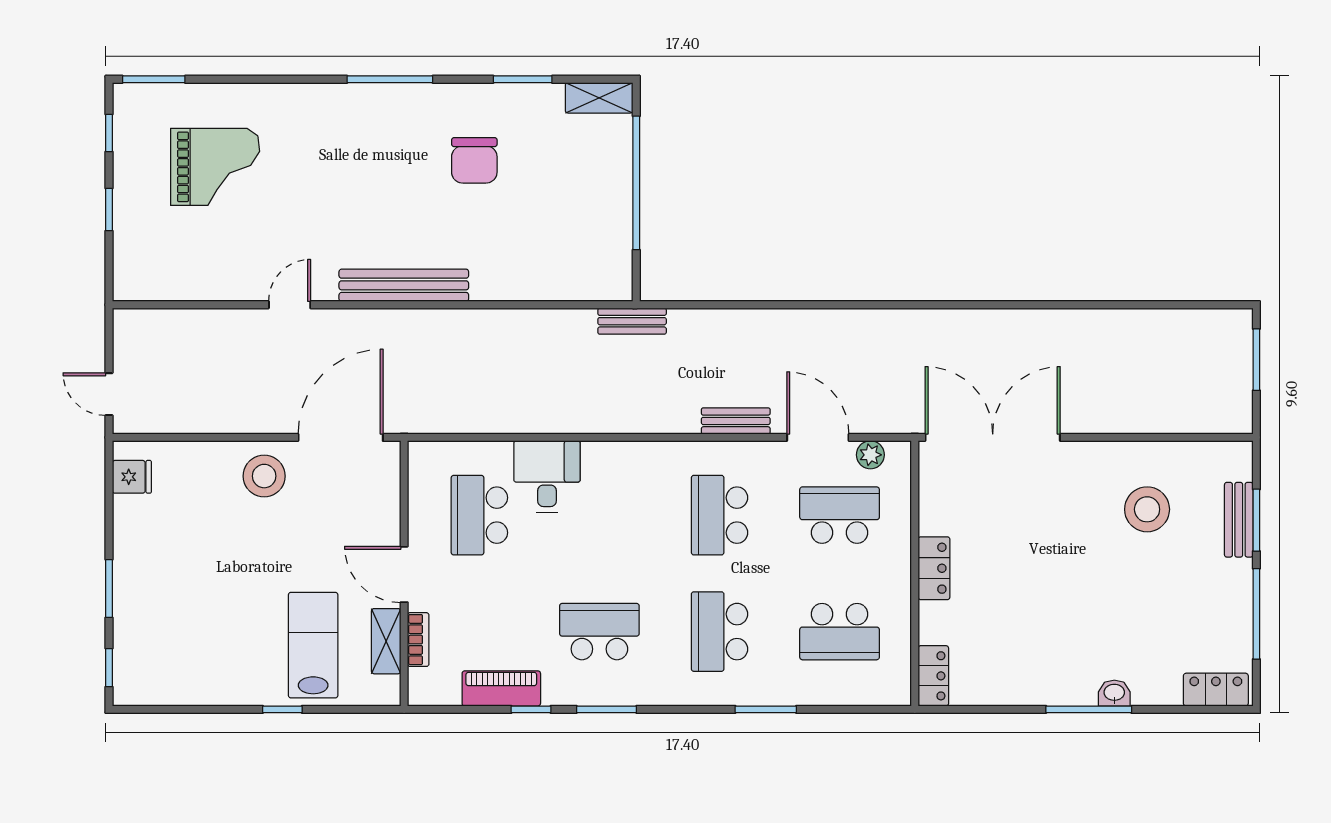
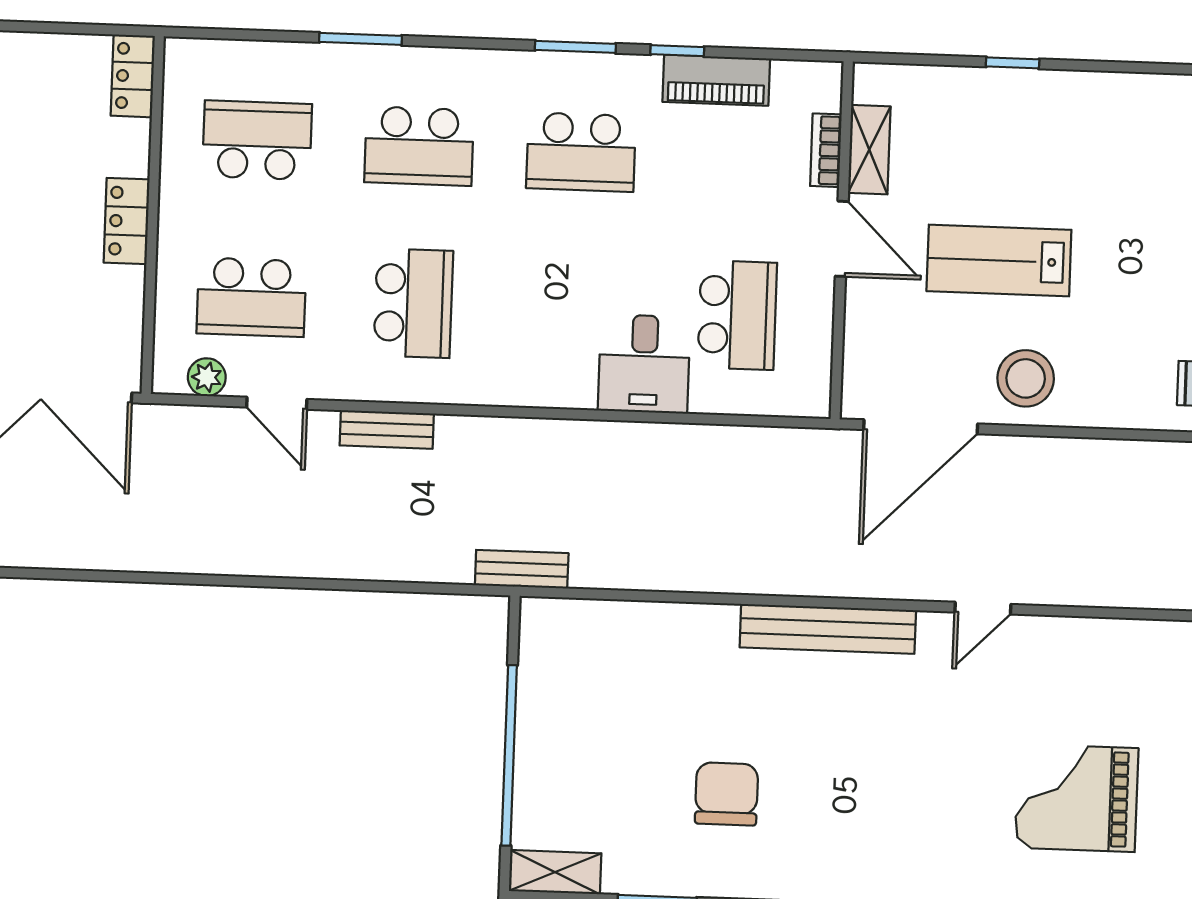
door: (818, 437) -> (277, 403), width x0.73
school desk: (719, 632) -> (419, 146), turned 90
lab bench: (313, 645) -> (999, 260), moved, turned 90

